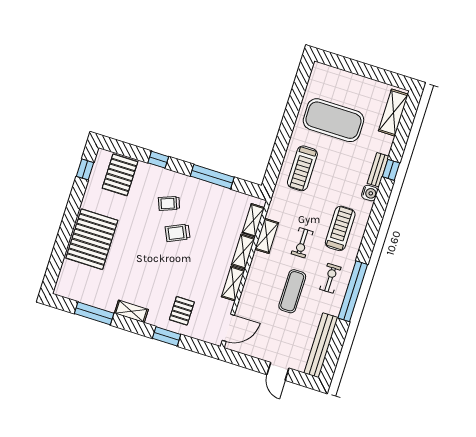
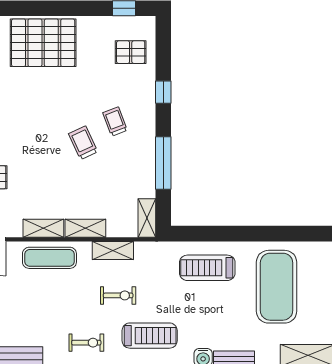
pallet: (120, 175) -> (131, 52), width x0.67, depth x0.71
shelving: (253, 220) -> (147, 218), moved, turned 90
exercise bike: (302, 243) -> (118, 295), turned 180
exercise mat: (292, 291) -> (49, 258), moved

